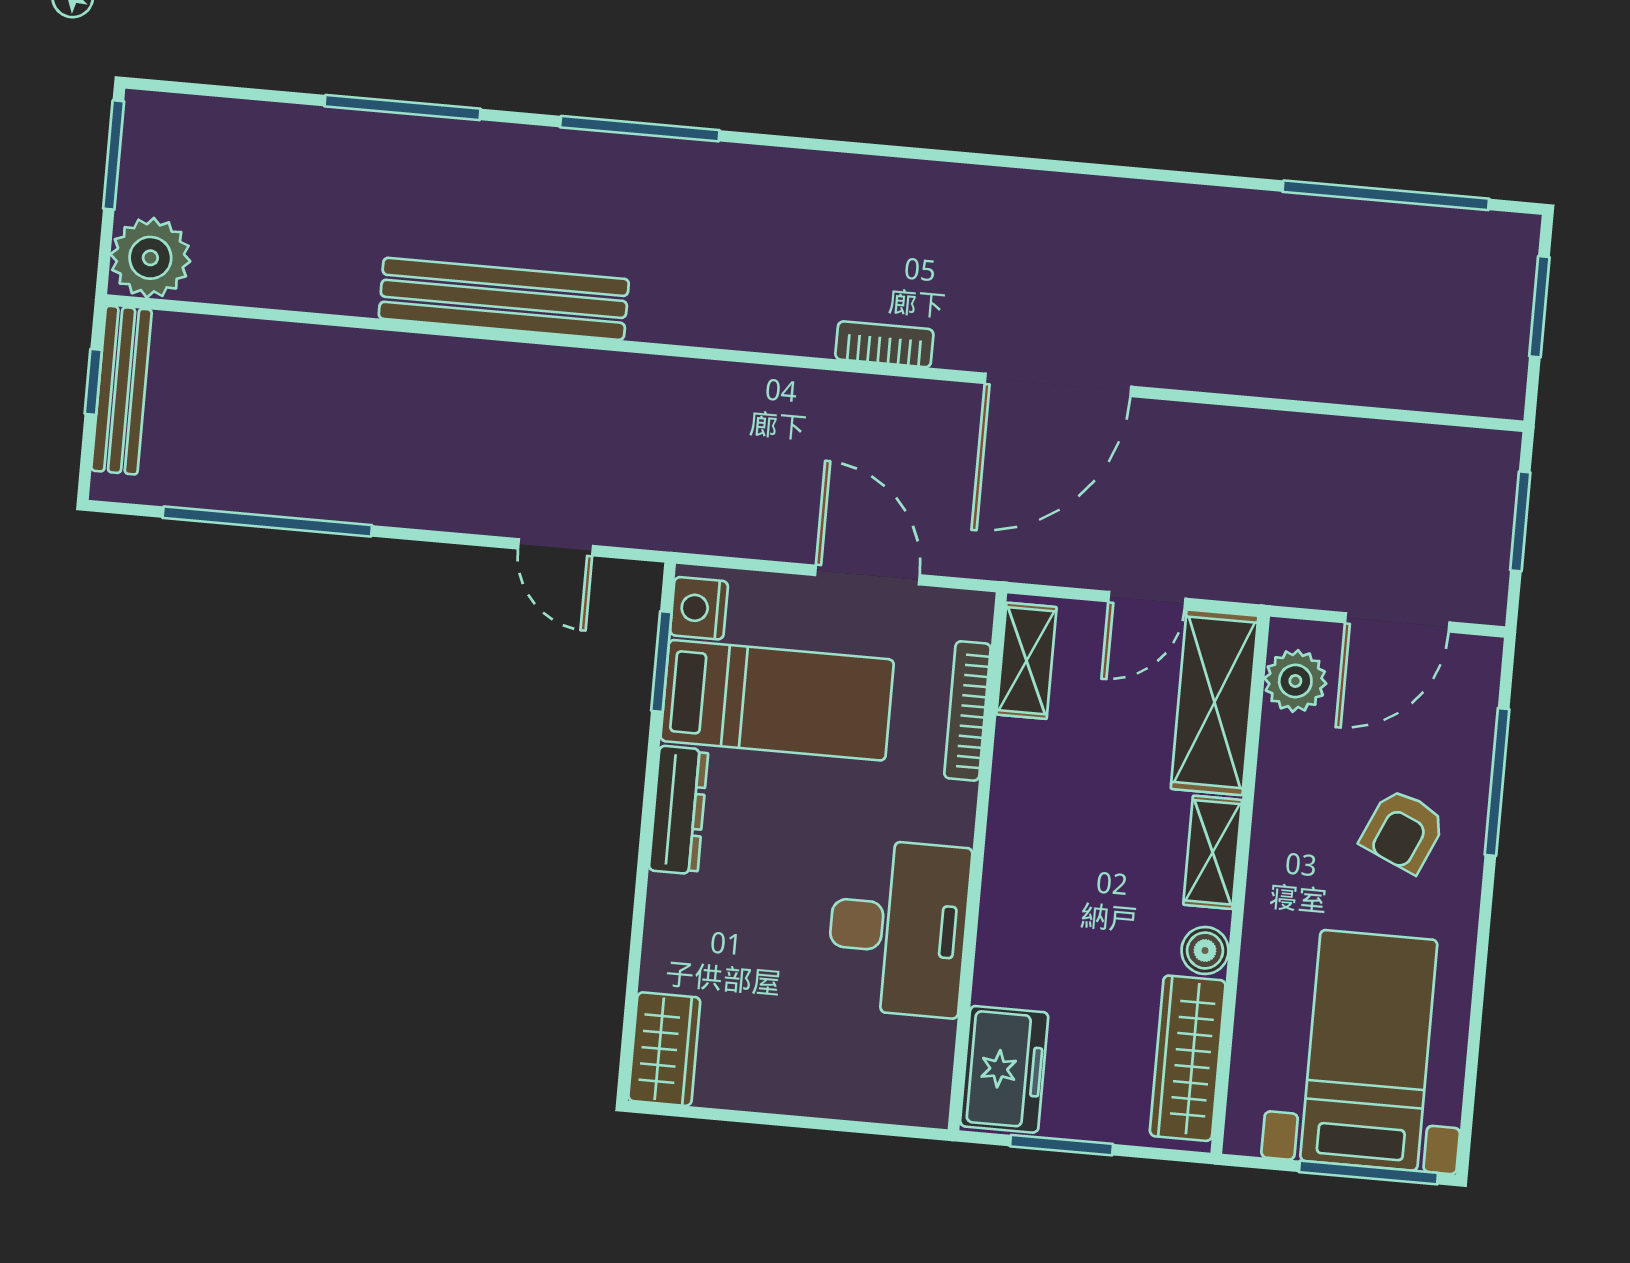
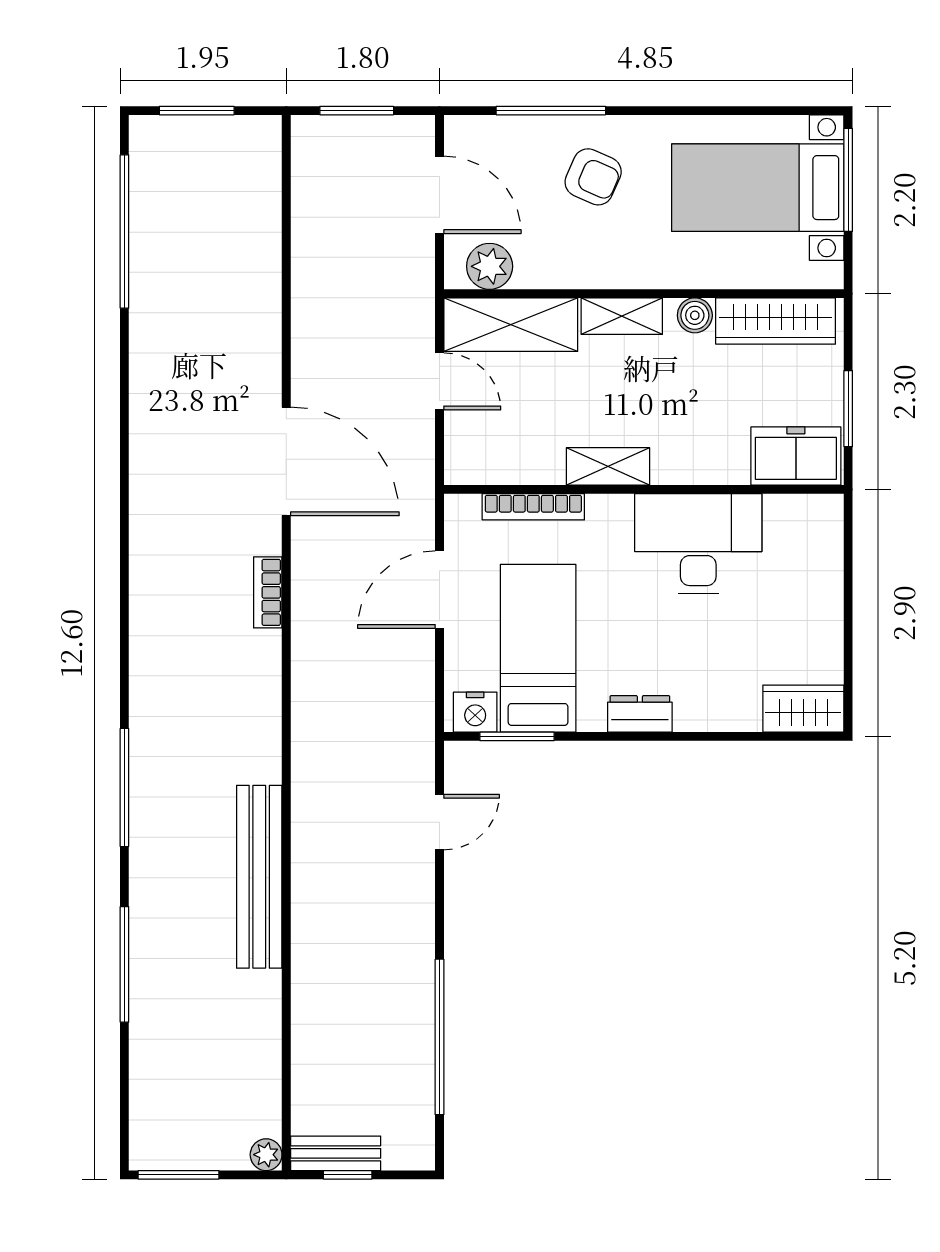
plant: (150, 258) -> (266, 1155), width x0.53, depth x0.53
bench: (122, 390) -> (336, 1153), width x0.73
shelving: (1027, 661) -> (608, 466), moved
dresser: (678, 810) -> (640, 714), width x0.70

